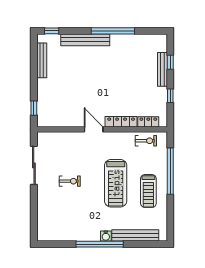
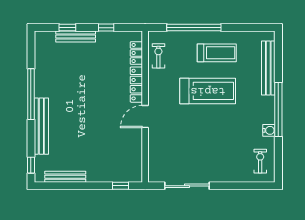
exercise bike: (70, 181) -> (260, 161), moved
water cooler: (106, 236) -> (269, 130), moved

